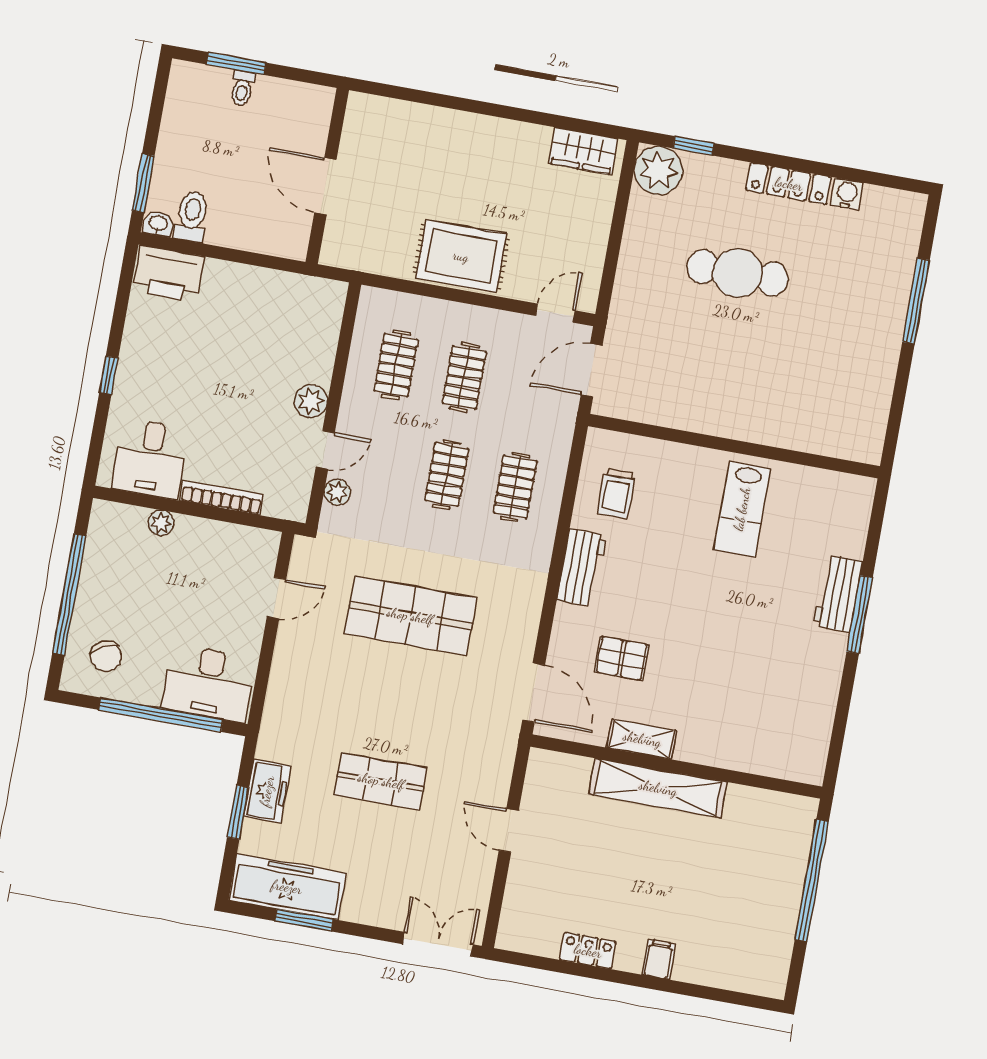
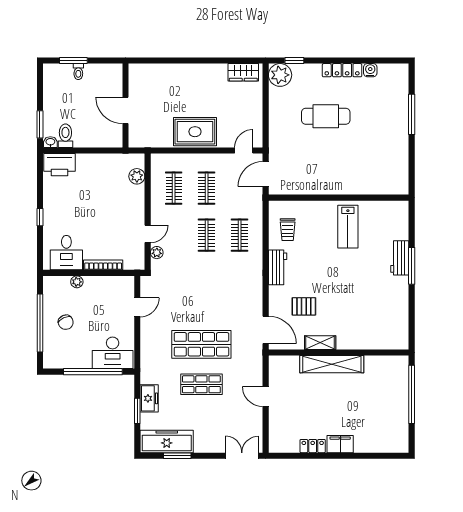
plant: (311, 401) -> (137, 176), moved
shop shelf: (410, 616) -> (201, 344), moved
chair: (106, 656) -> (66, 322), moved
filing cabinet: (659, 959) -> (340, 444), width x2.00

